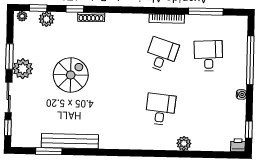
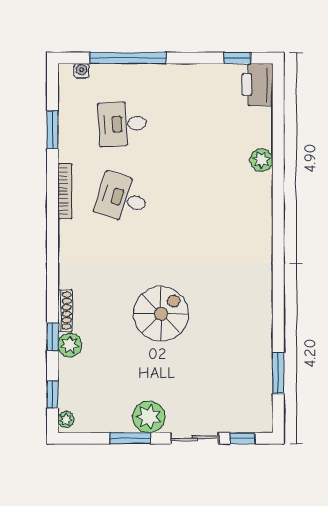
window: (206, 12) -> (53, 130), width x0.69
plant: (47, 19) -> (70, 345), moved
spiral stairs: (71, 75) -> (161, 314), moved, turned 90
water cooler: (241, 94) -> (81, 71), moved
desk: (160, 109) -> (208, 198), removed
bench: (70, 141) -> (262, 340), removed
printer: (238, 145) -> (258, 85), width x1.87, depth x1.48

